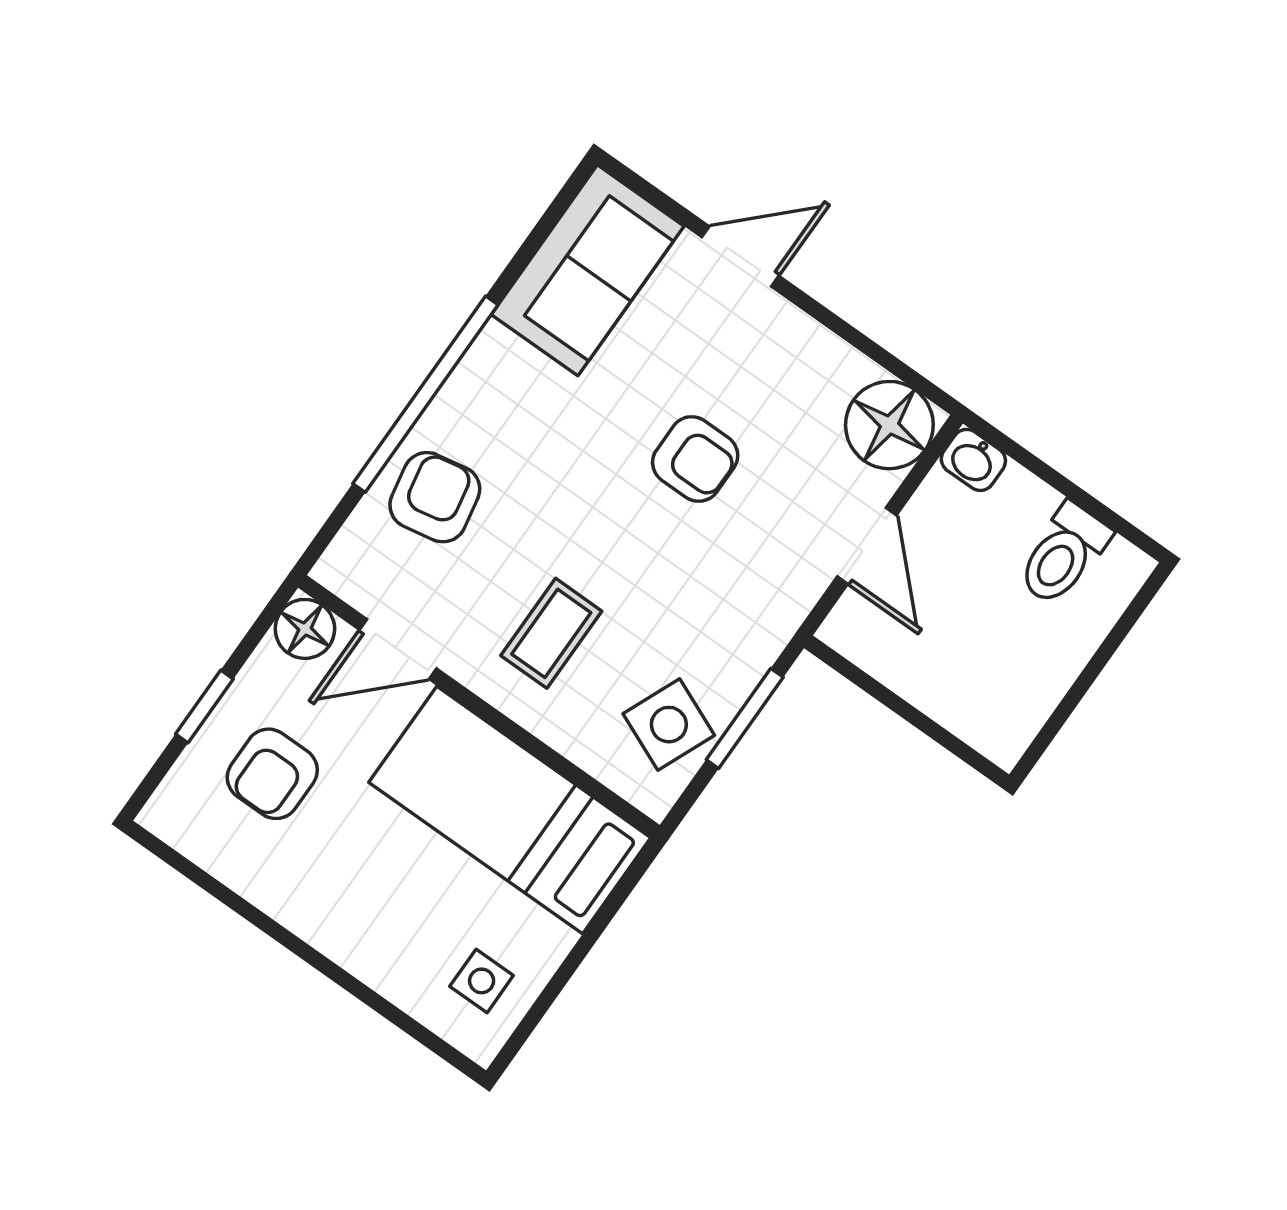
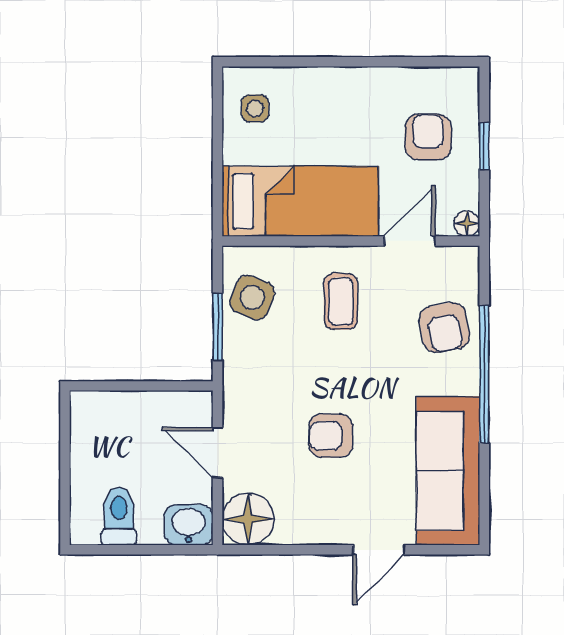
sofa: (588, 270) -> (448, 471), width x1.36
washbasin: (973, 460) -> (189, 525), width x1.38, depth x1.45
floor lamp: (305, 629) -> (467, 224), width x0.73, depth x0.73

